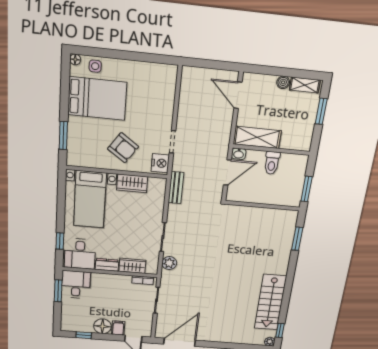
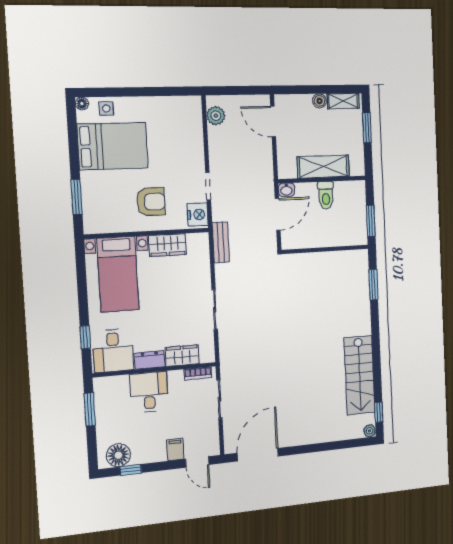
shelving: (257, 137) -> (323, 167), moved
armchair: (123, 148) -> (151, 202), turned -35
plant: (169, 263) -> (216, 116), moved
desk: (76, 285) -> (149, 392), moved
floor lamp: (102, 326) -> (118, 455), moved

